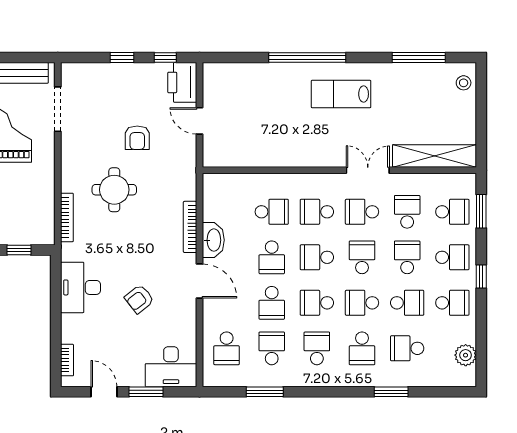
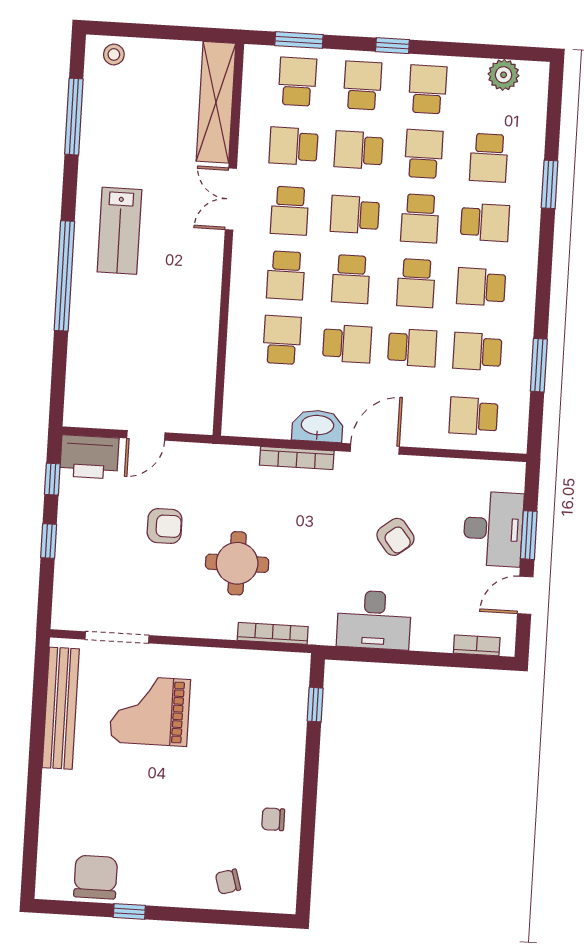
school desk: (227, 348) -> (473, 416), turned 180
desk: (171, 367) -> (493, 529), moved

